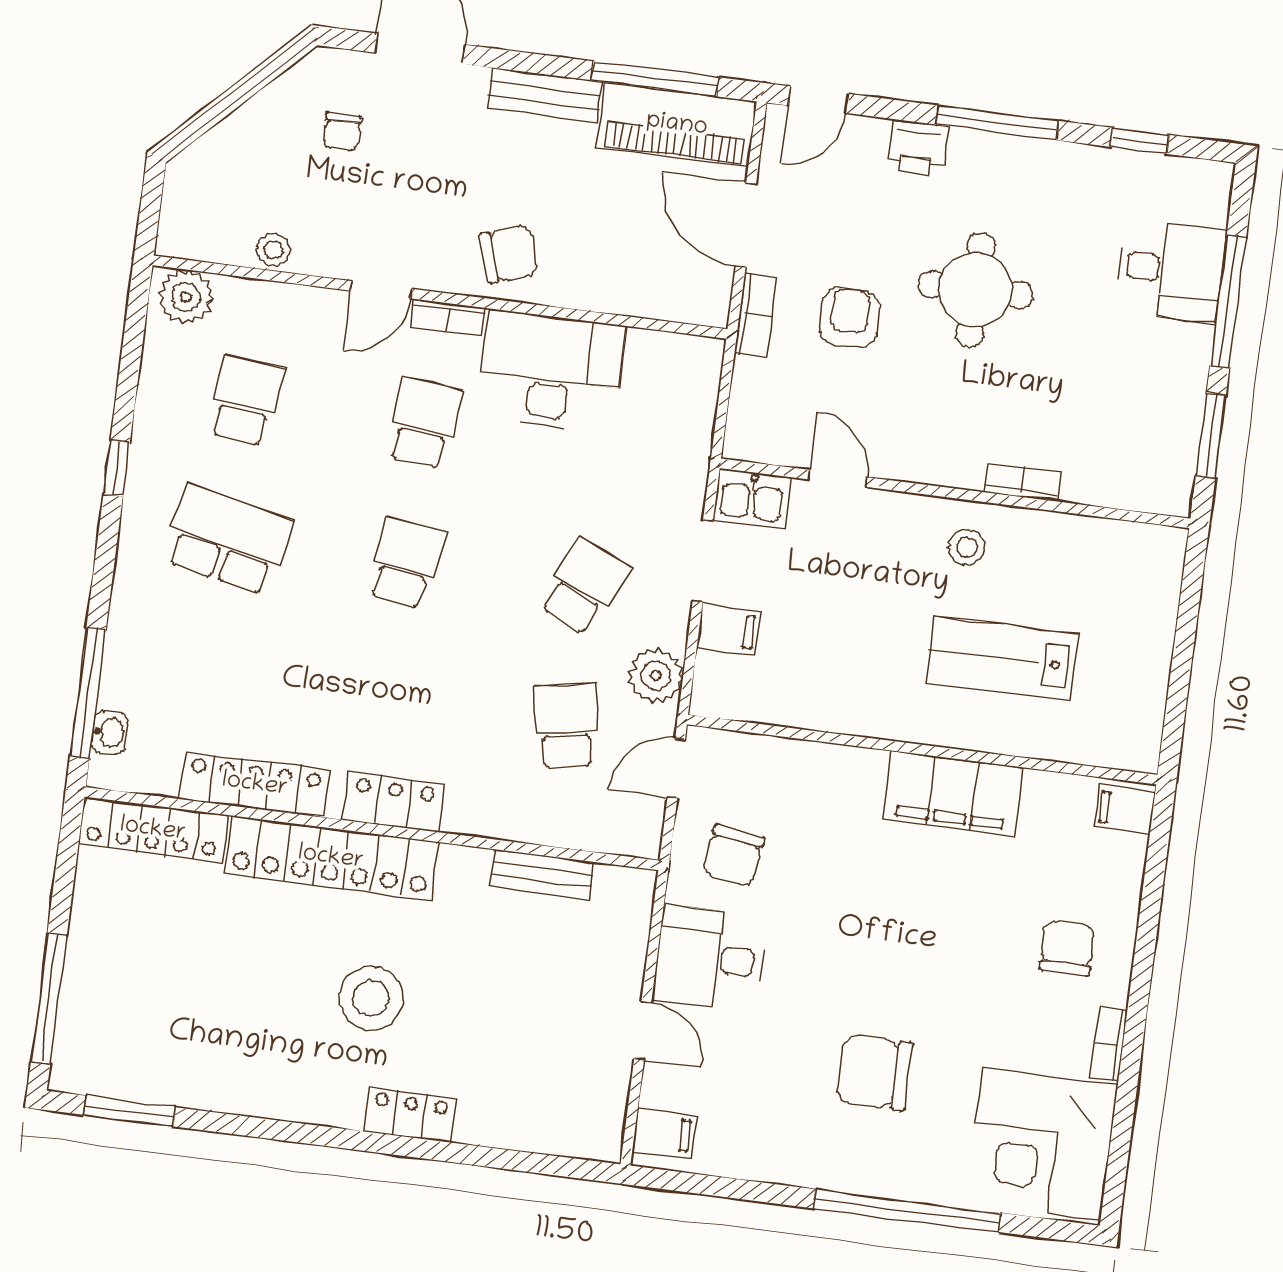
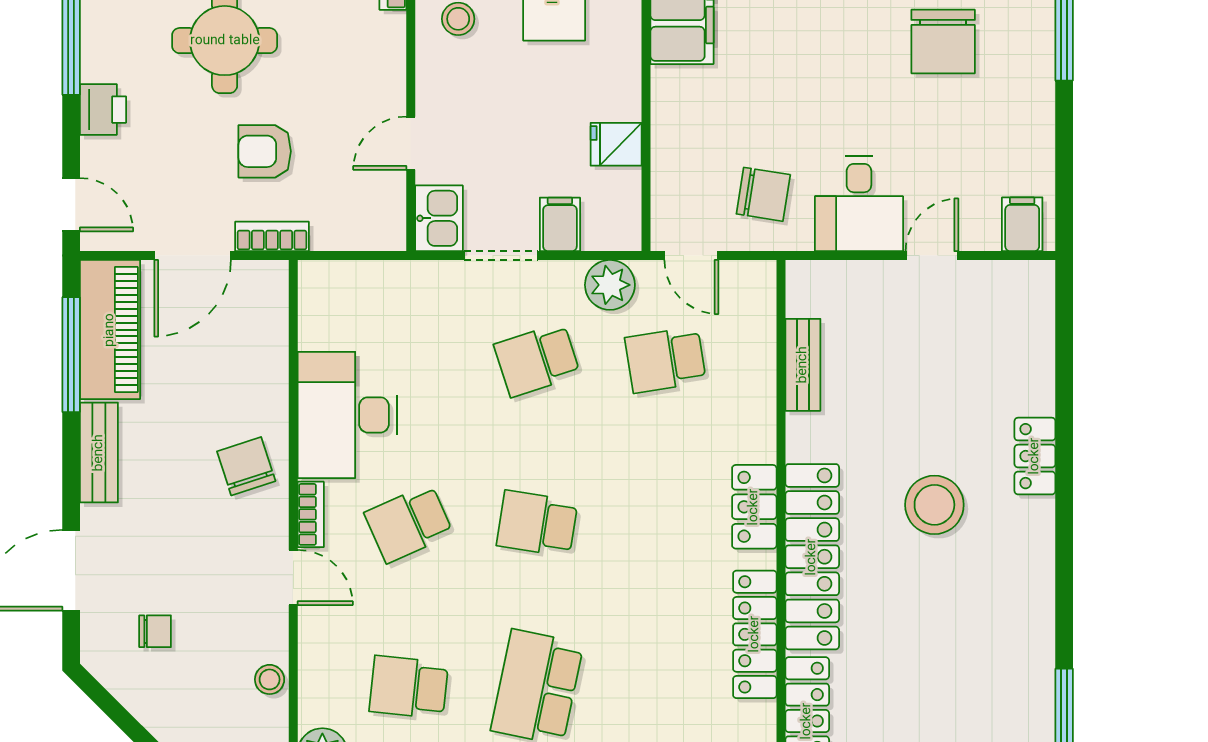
school desk: (424, 423) -> (409, 523), turned -30
school desk: (584, 586) -> (537, 360), turned -42
fridge: (808, 702) -> (616, 144), added

